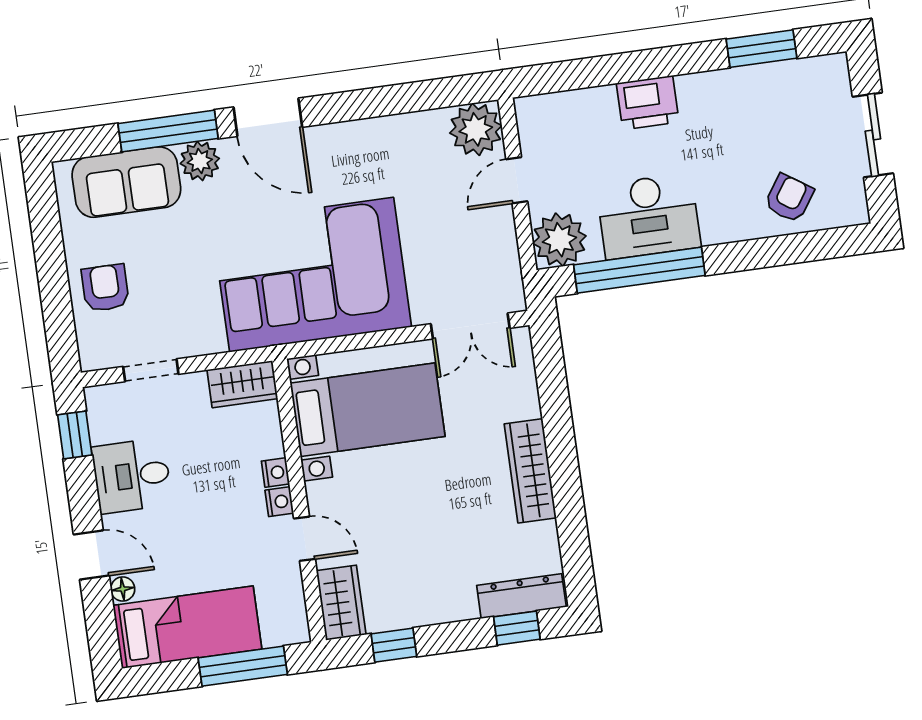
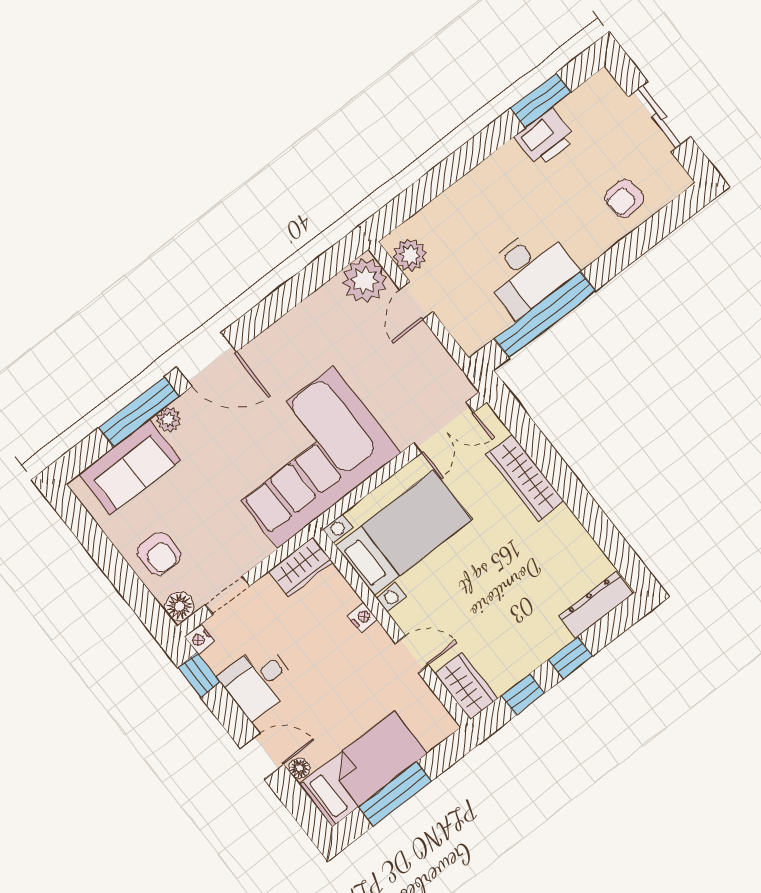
printer: (648, 103) -> (545, 137), moved
plant: (200, 161) -> (169, 420), width x0.73, depth x0.73
armchair: (789, 198) -> (624, 198), turned -130
plant: (559, 240) -> (410, 255), moved, width x0.73, depth x0.73
armchair: (105, 288) -> (159, 554), turned 180
floor lamp: (95, 354) -> (179, 606), added
wardrobe: (530, 471) -> (525, 478), moved
nightstand: (279, 502) -> (200, 639), moved, turned 180
window: (517, 628) -> (570, 658), moved
window: (243, 666) -> (395, 794), moved

